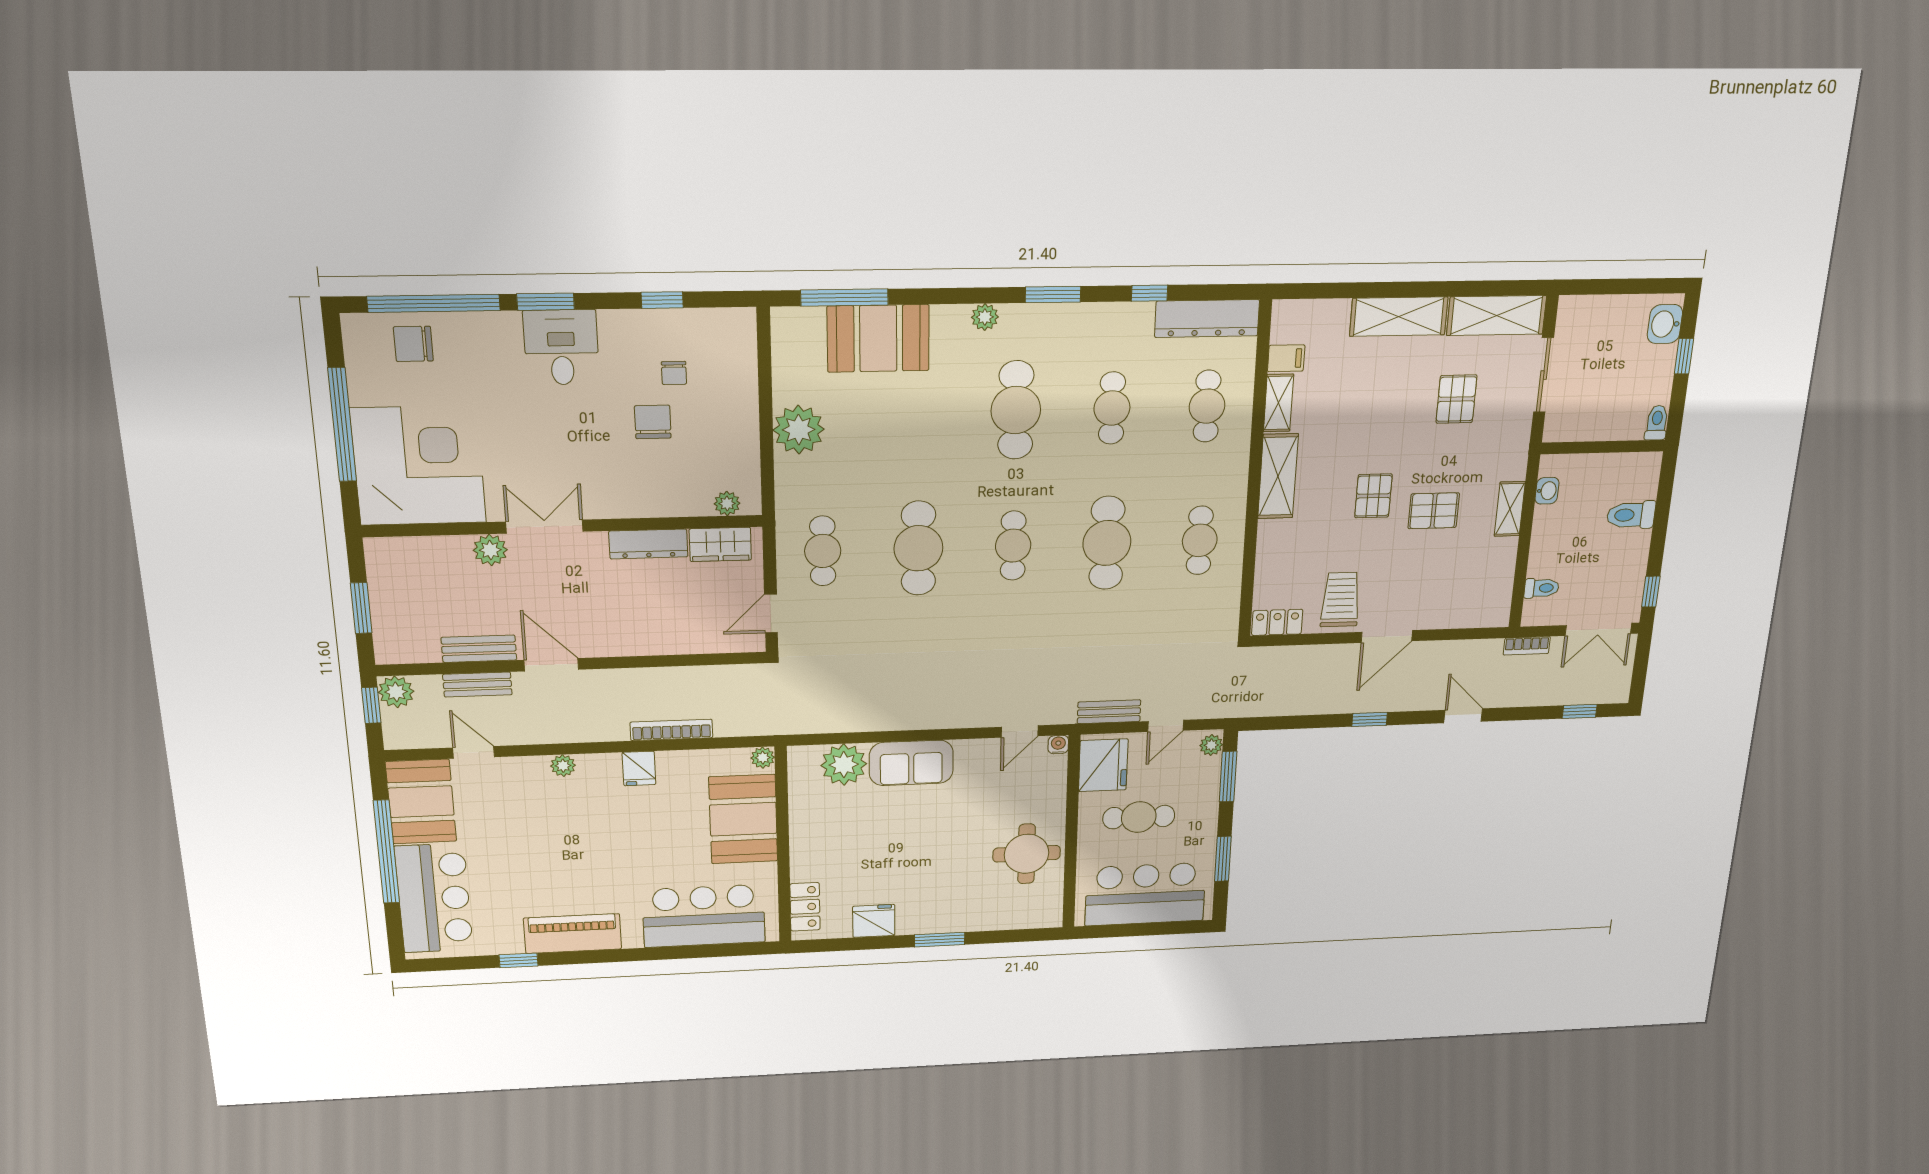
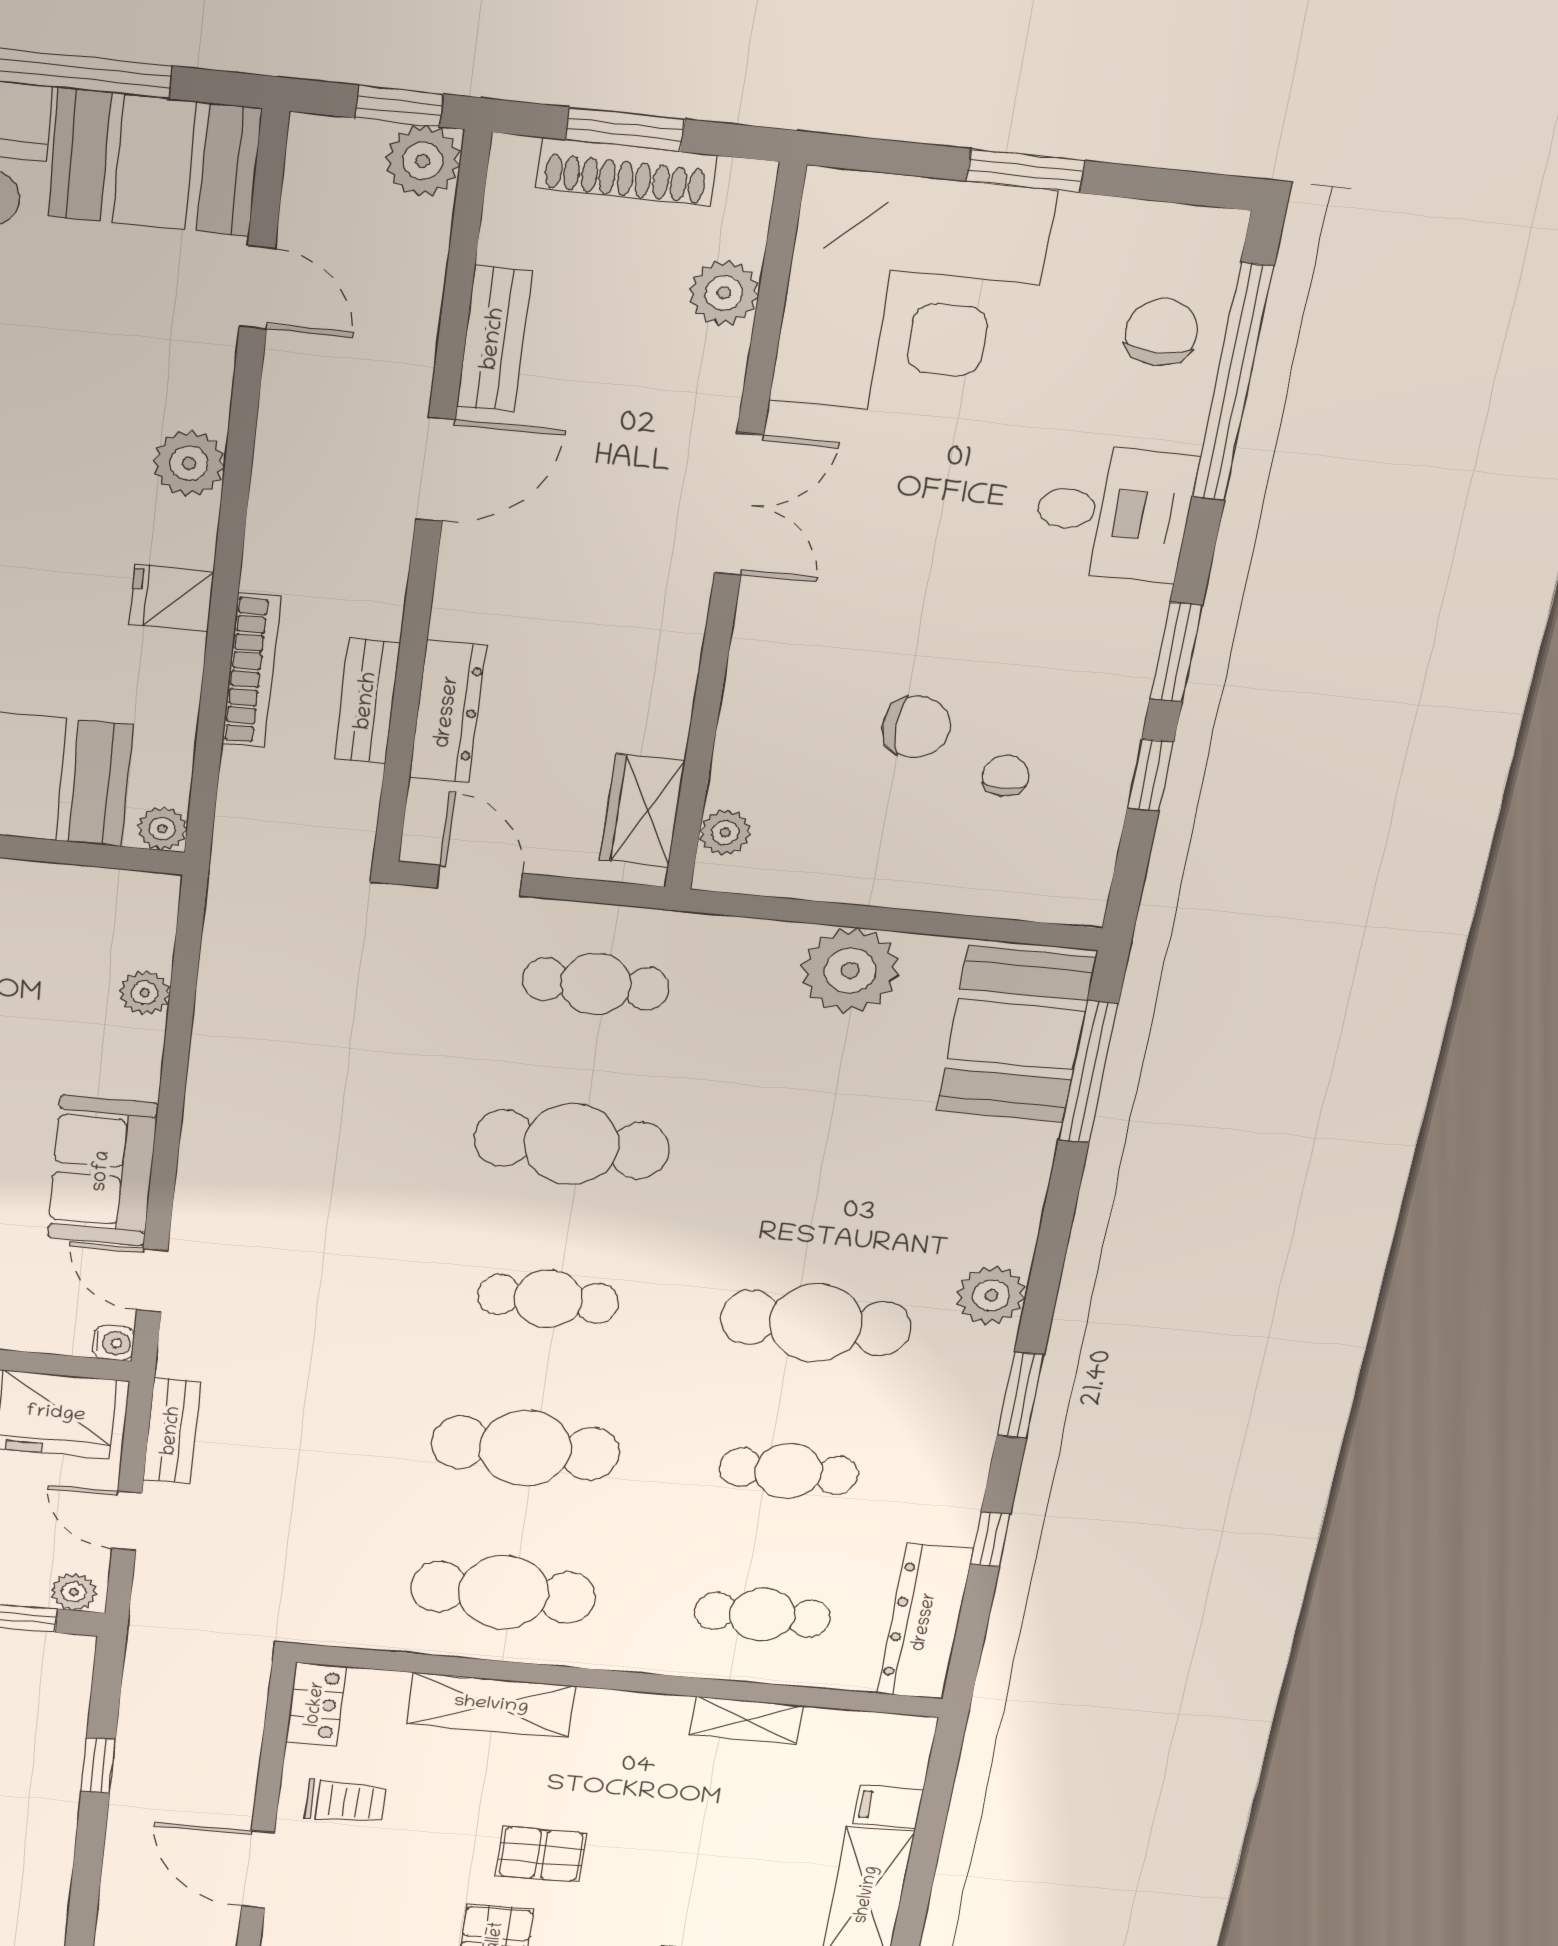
window: (546, 302) -> (1176, 652), moved
plant: (985, 317) -> (991, 1295), width x1.38, depth x1.38
booth: (878, 338) -> (1016, 1035), moved
desk: (561, 347) -> (1113, 513), moved
filing cabinet: (1286, 358) -> (888, 1806), moved, turned 90
chair: (674, 373) -> (1006, 776), turned 90
window: (342, 425) -> (1026, 171), width x0.47
shelving: (1278, 476) -> (491, 1705), moved
cafe table: (1200, 540) -> (503, 1592), width x1.37, depth x1.35
dresser: (648, 544) -> (448, 712), moved, turned 180
plant: (490, 550) -> (724, 293), moved
trolley: (1341, 600) -> (345, 1802), width x0.73, depth x0.72
shoe rack: (382, 604) -> (626, 172), added
bench: (477, 685) -> (367, 701), moved
window: (1370, 719) -> (98, 1766), moved
door: (474, 752) -> (257, 287), hinge flipped
sofa: (911, 763) -> (102, 1171), moved
plant: (844, 765) -> (145, 993), width x0.53, depth x0.53
plant: (563, 766) -> (189, 463), width x1.38, depth x1.38

